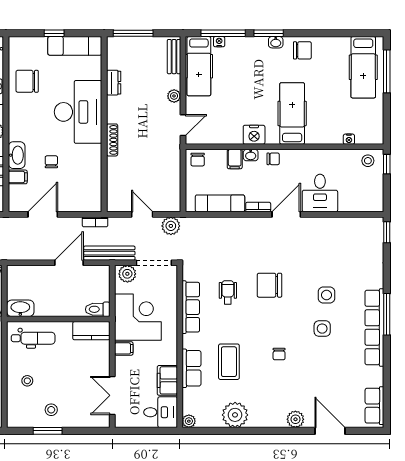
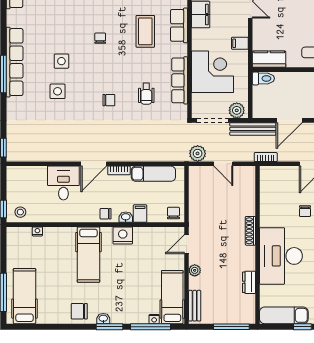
chair: (269, 285) -> (109, 100), width x0.54, depth x0.54
corner desk: (138, 317) -> (213, 72), moved, turned 180

